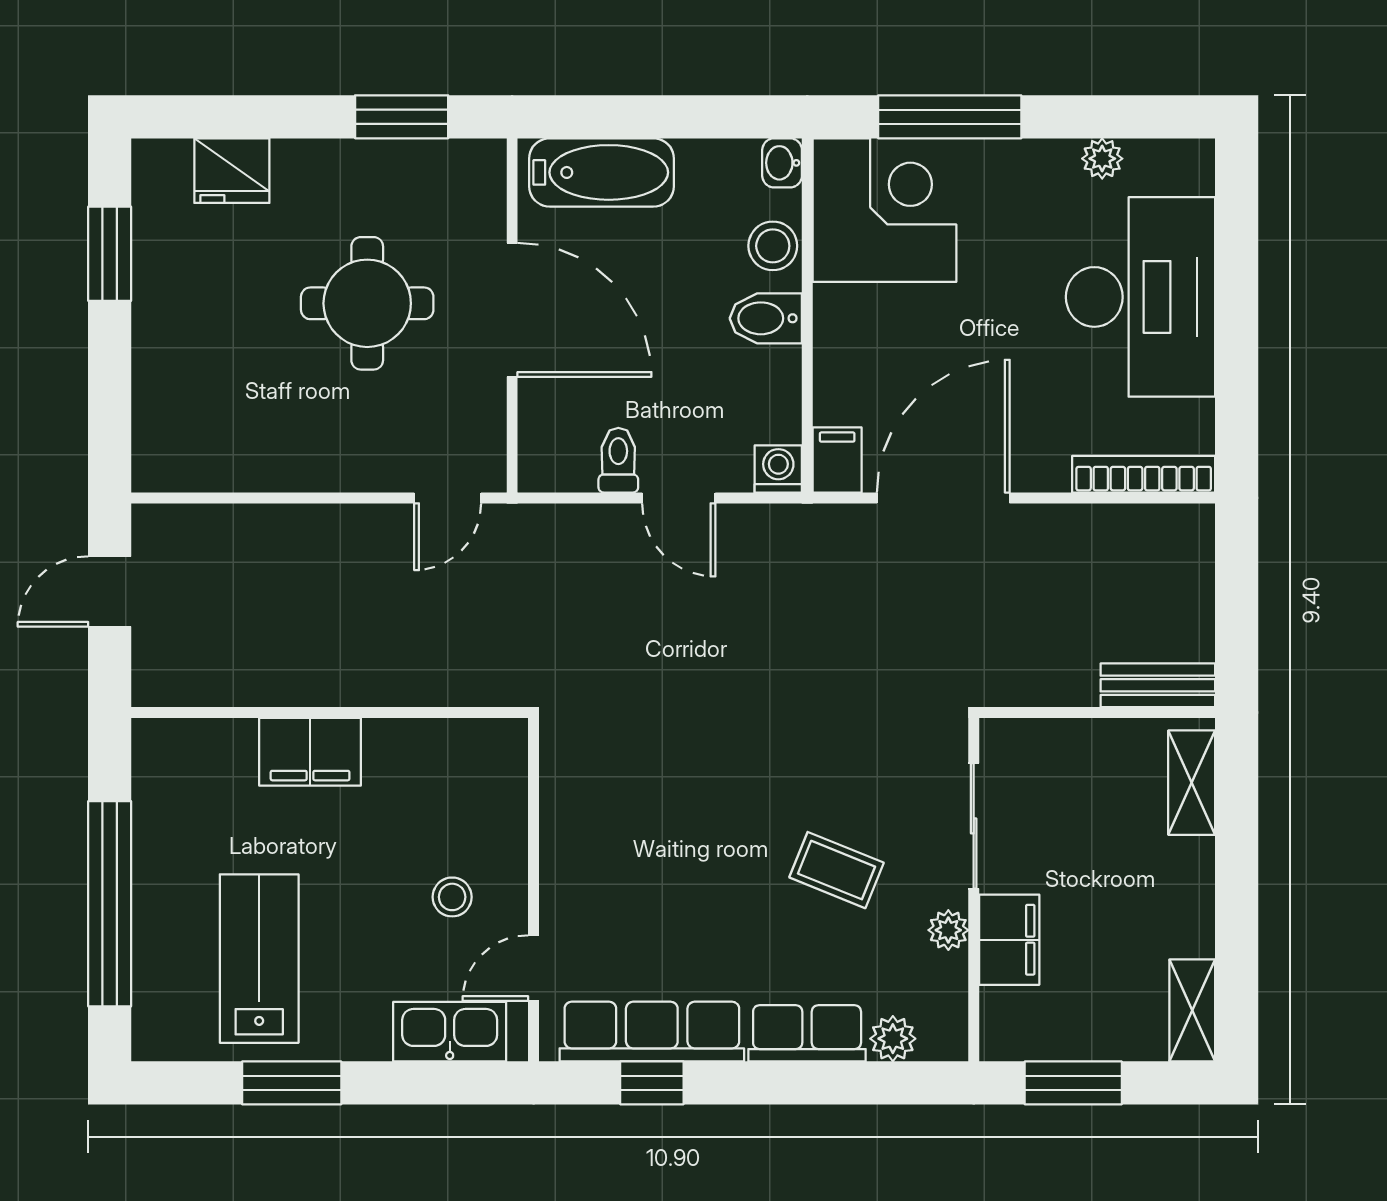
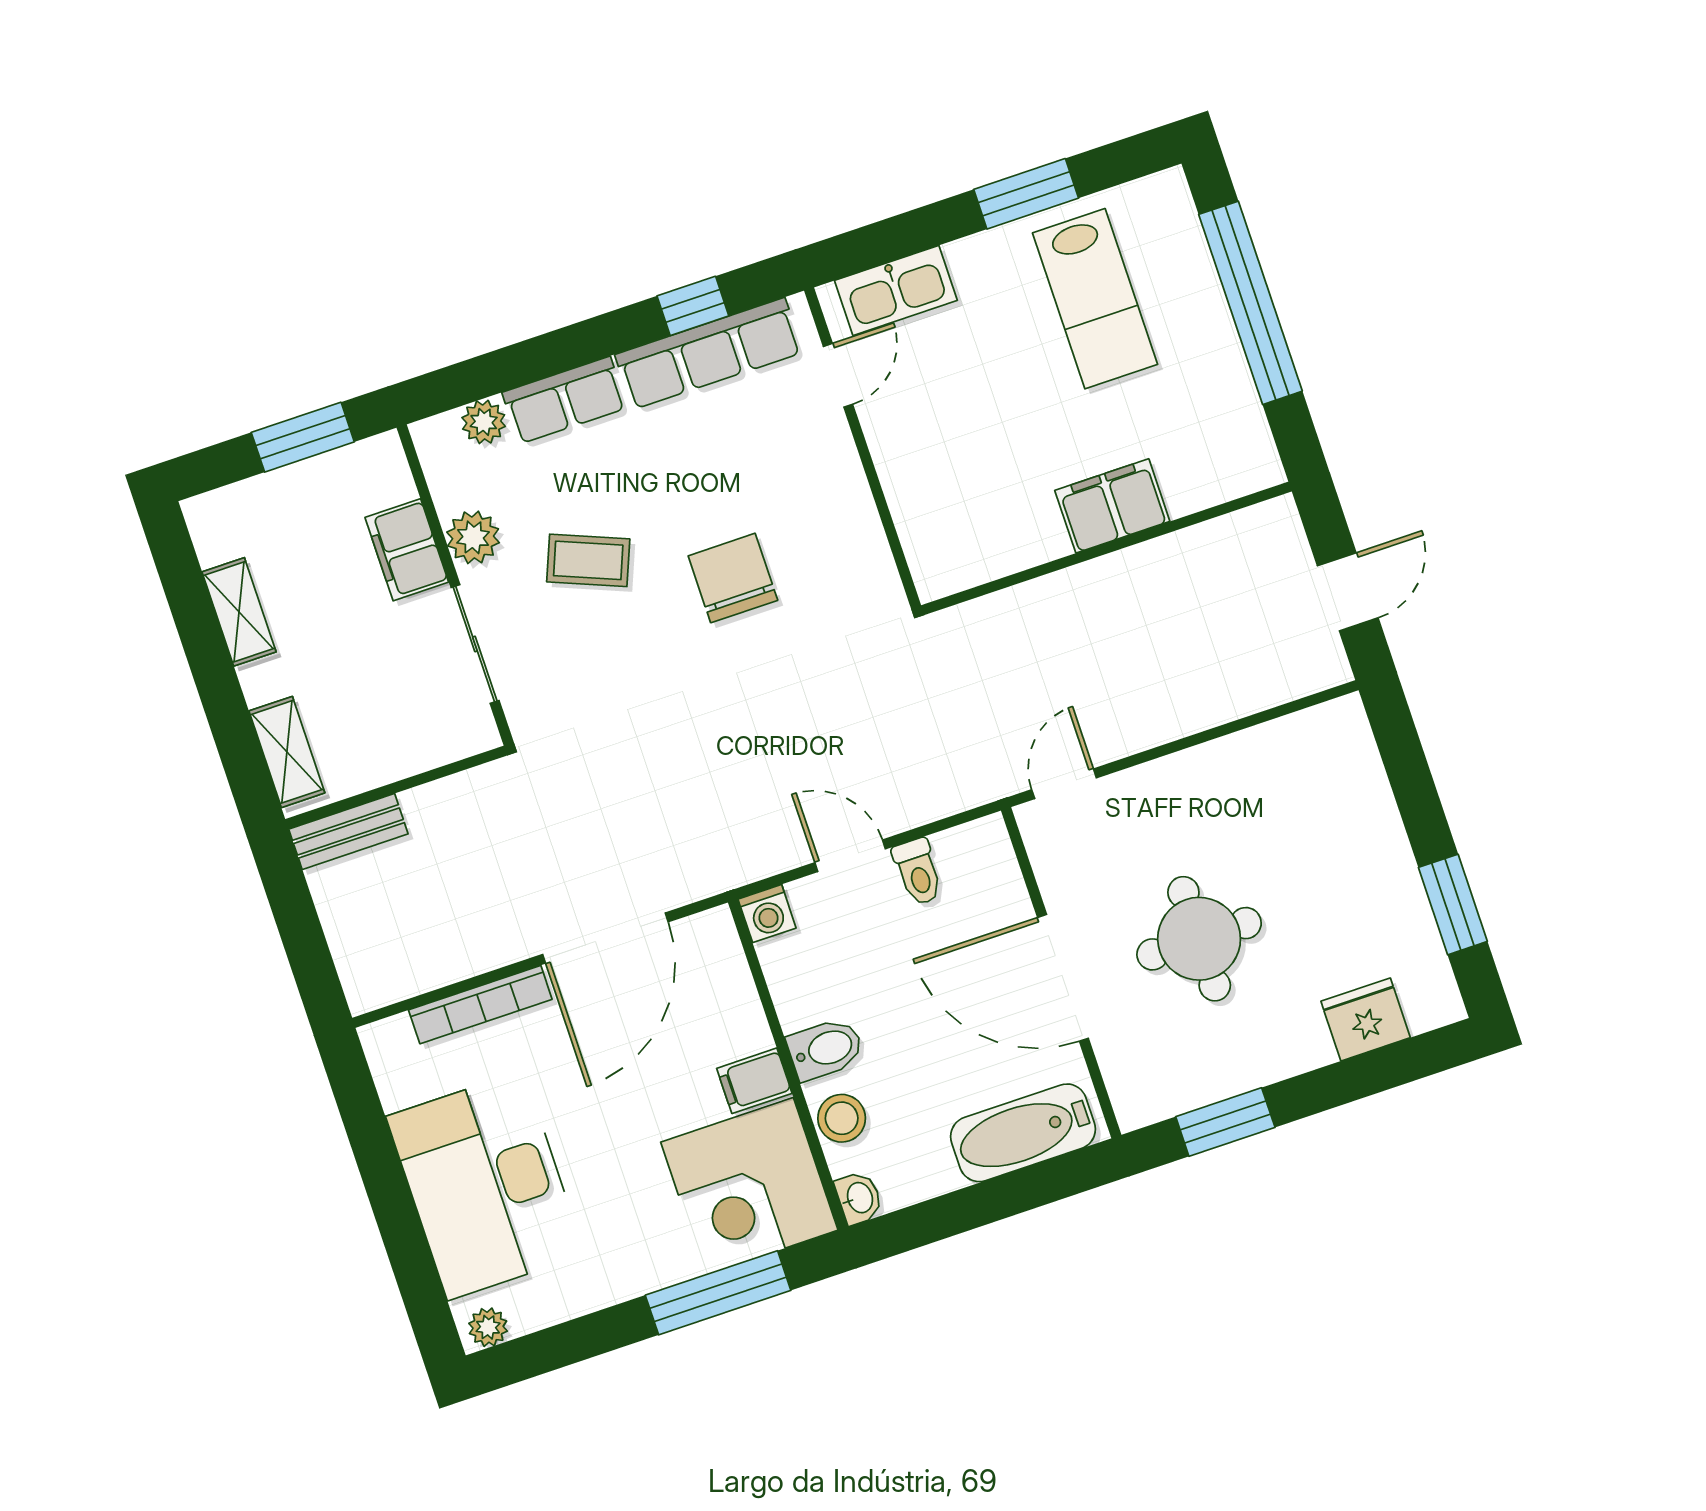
plant: (1102, 159) -> (488, 1327), moved
filing cabinet: (837, 460) -> (754, 1081), moved, turned 90
bookcase: (1144, 474) -> (480, 1005), moved
chair: (702, 806) -> (733, 578), added
stool: (452, 897) -> (936, 416), removed
plant: (948, 930) -> (473, 537), width x1.38, depth x1.38
shelving: (1192, 1010) -> (239, 612), moved

